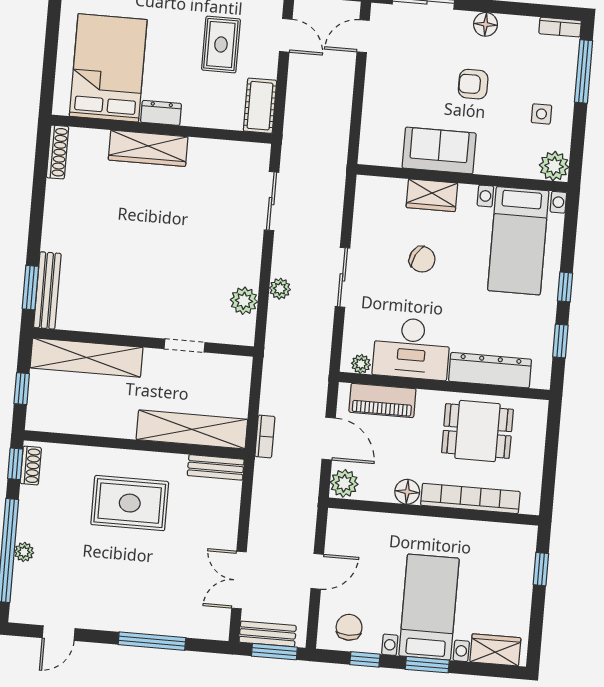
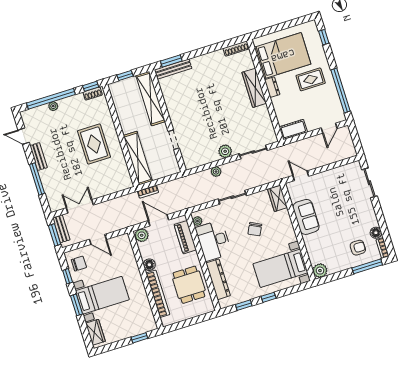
floor lamp: (486, 24) -> (376, 233), moved
door: (363, 36) -> (301, 176), moved
rug: (221, 44) -> (311, 79), moved
armchair: (473, 84) -> (358, 248), moved, turned 90
side table: (541, 114) -> (341, 256), removed
wardrobe: (432, 195) -> (278, 198), moved
plant: (244, 301) -> (225, 151), moved
door: (329, 439) -> (159, 220), swing flipped
bench: (216, 467) -> (39, 157), moved

